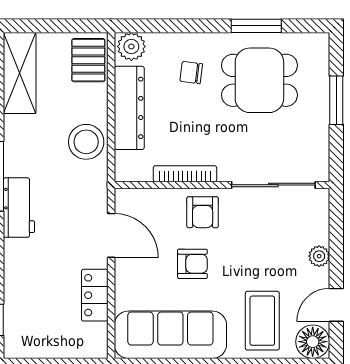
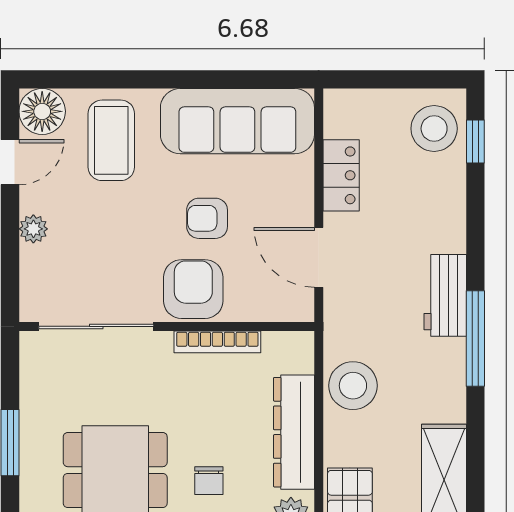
chair: (191, 73) -> (209, 481), turned 83
armchair: (203, 212) -> (193, 289), width x1.38, depth x1.38
stool: (27, 329) -> (434, 129), added

